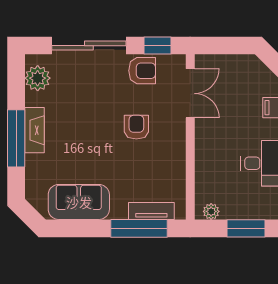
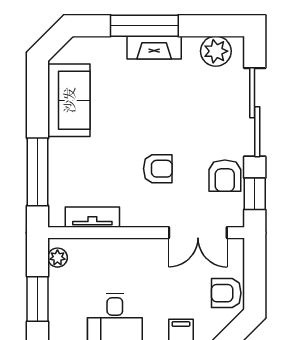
armchair: (241, 70) -> (226, 293), added
tv unit: (151, 211) -> (92, 217), moved, turned -90

